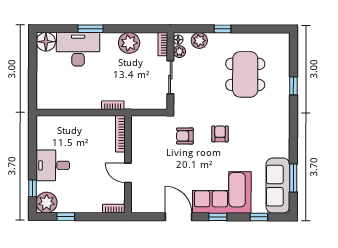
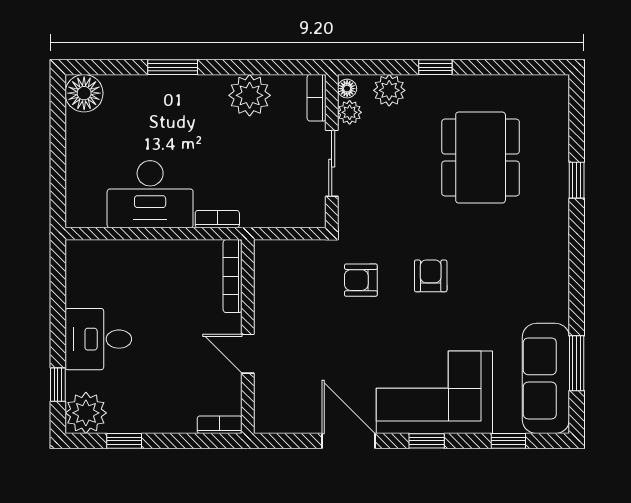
desk: (78, 49) -> (150, 194), moved, turned 180

